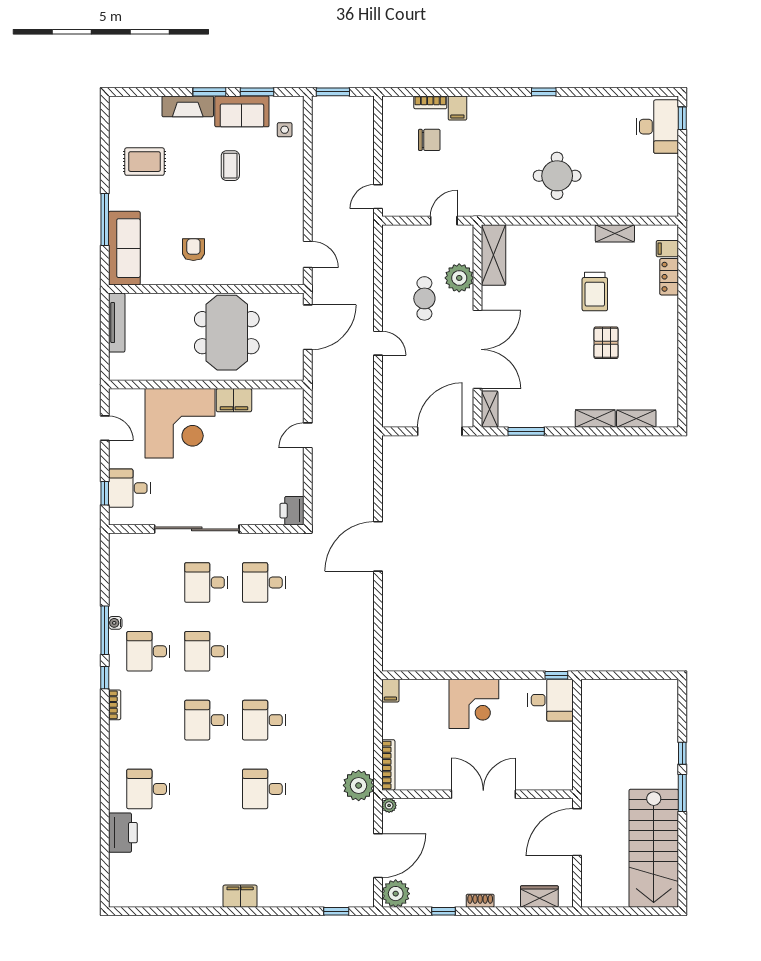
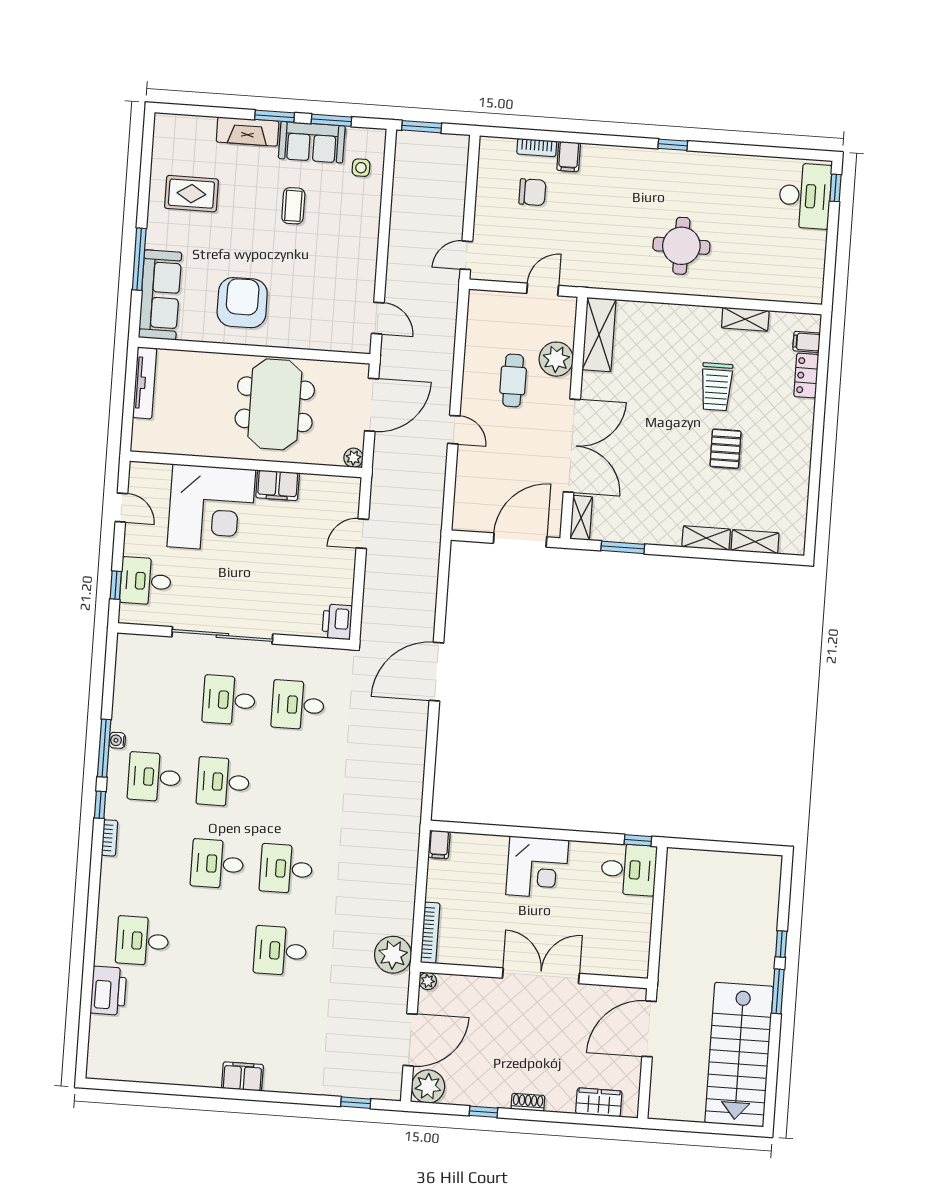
armchair: (193, 250) -> (242, 303), width x1.88, depth x1.88
plant: (296, 373) -> (353, 458), added

